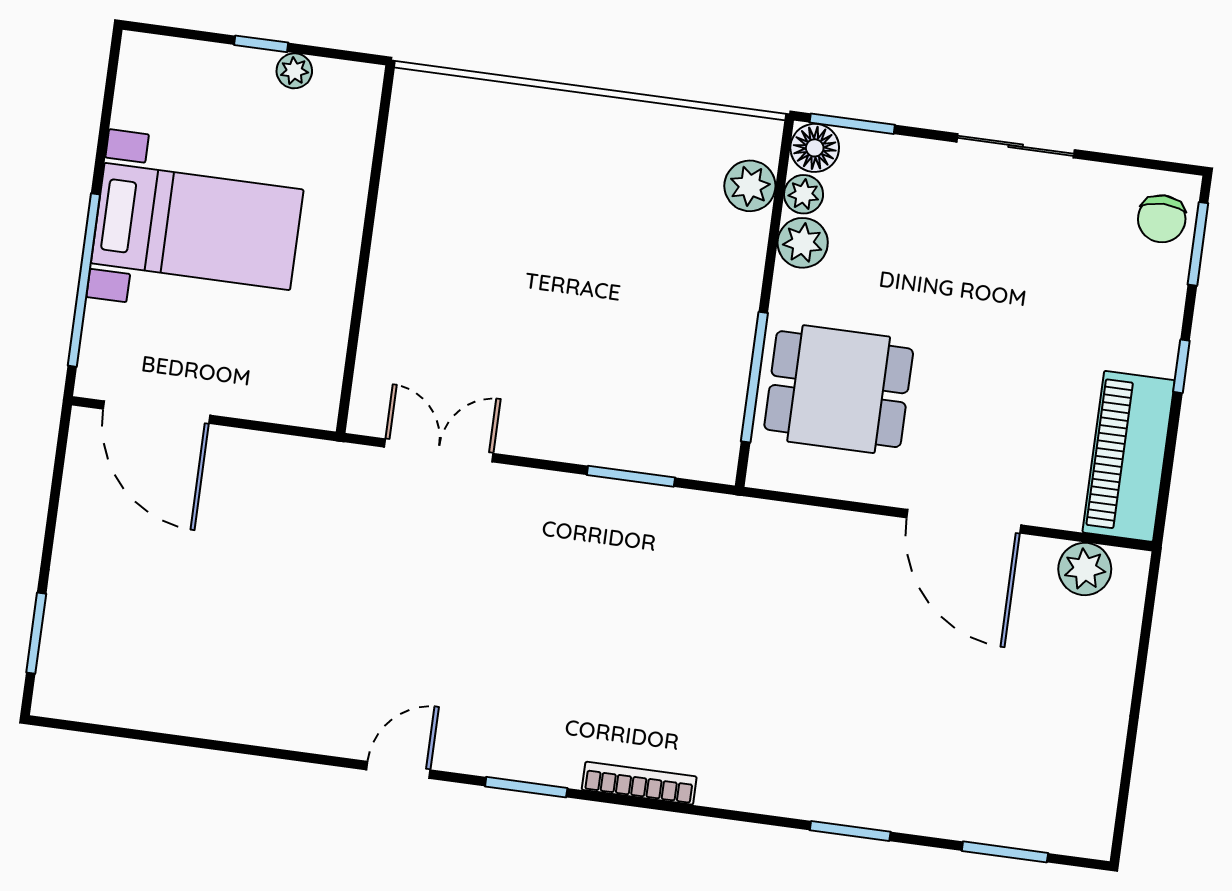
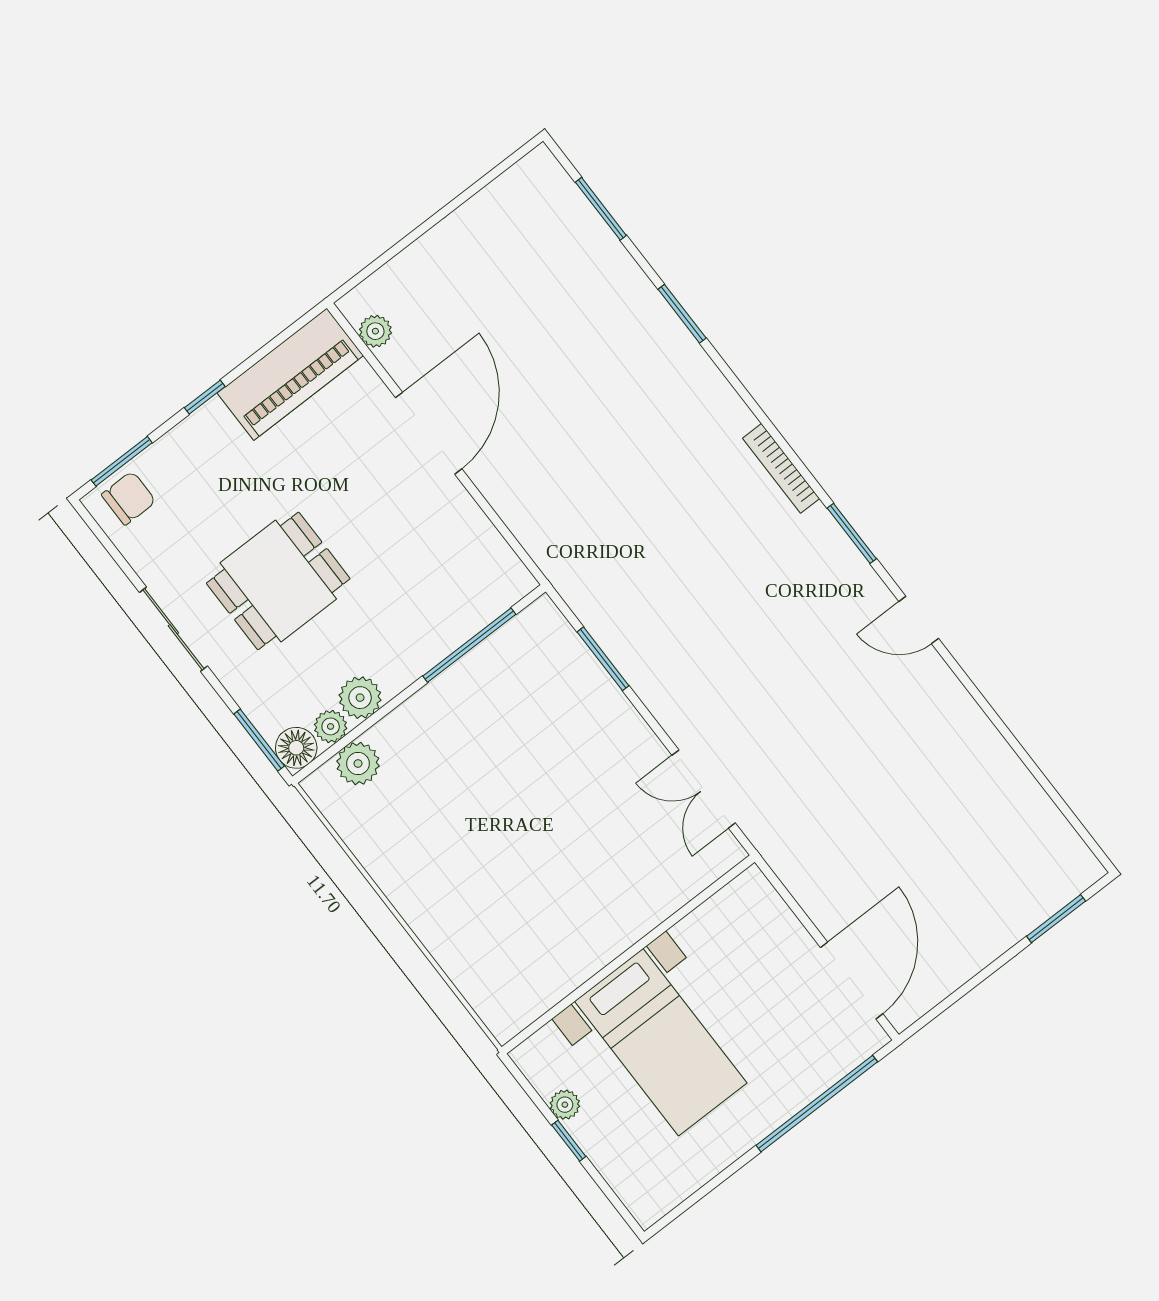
bed with nightstands: (197, 226) -> (661, 1042), moved, turned 180
dining table: (839, 389) -> (278, 581), moved, turned 90
plant: (1085, 569) -> (375, 331), width x0.73, depth x0.73

